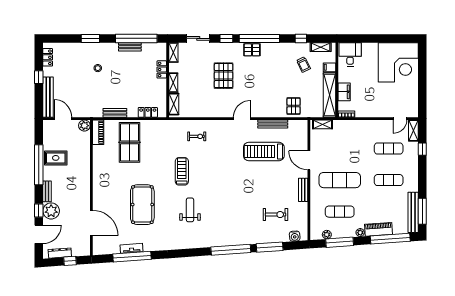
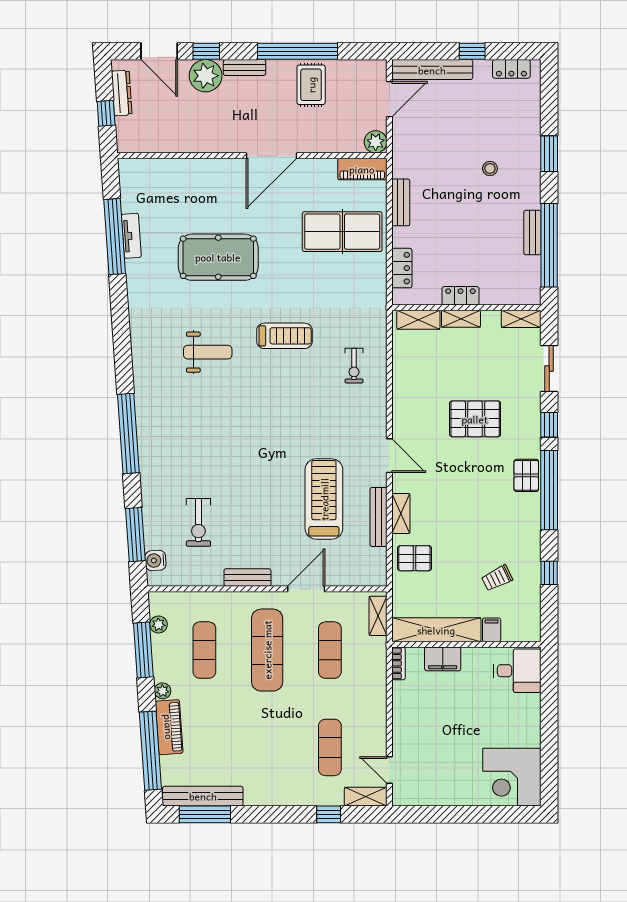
shelving: (321, 47) -> (401, 513), moved
corner desk: (398, 62) -> (512, 777), width x0.74, depth x0.74
locker: (162, 69) -> (460, 296), moved
exercise mat: (389, 180) -> (330, 650), moved
door: (91, 223) -> (271, 156), moved
window: (270, 247) -> (135, 535), moved

